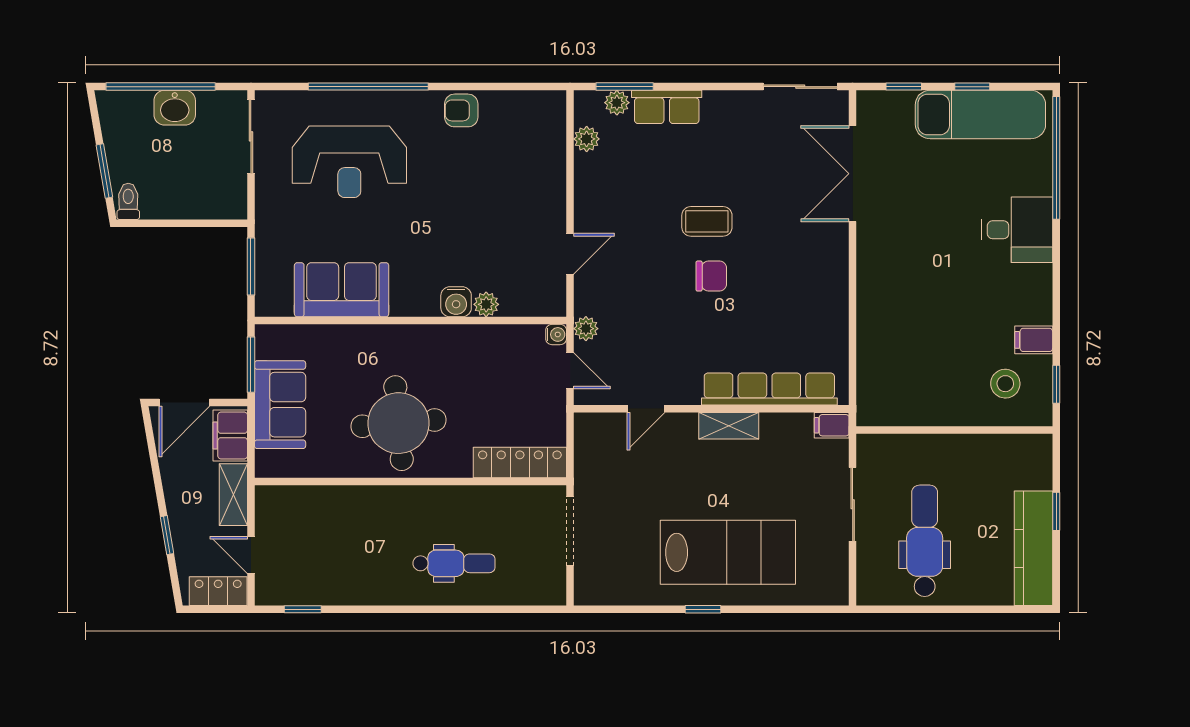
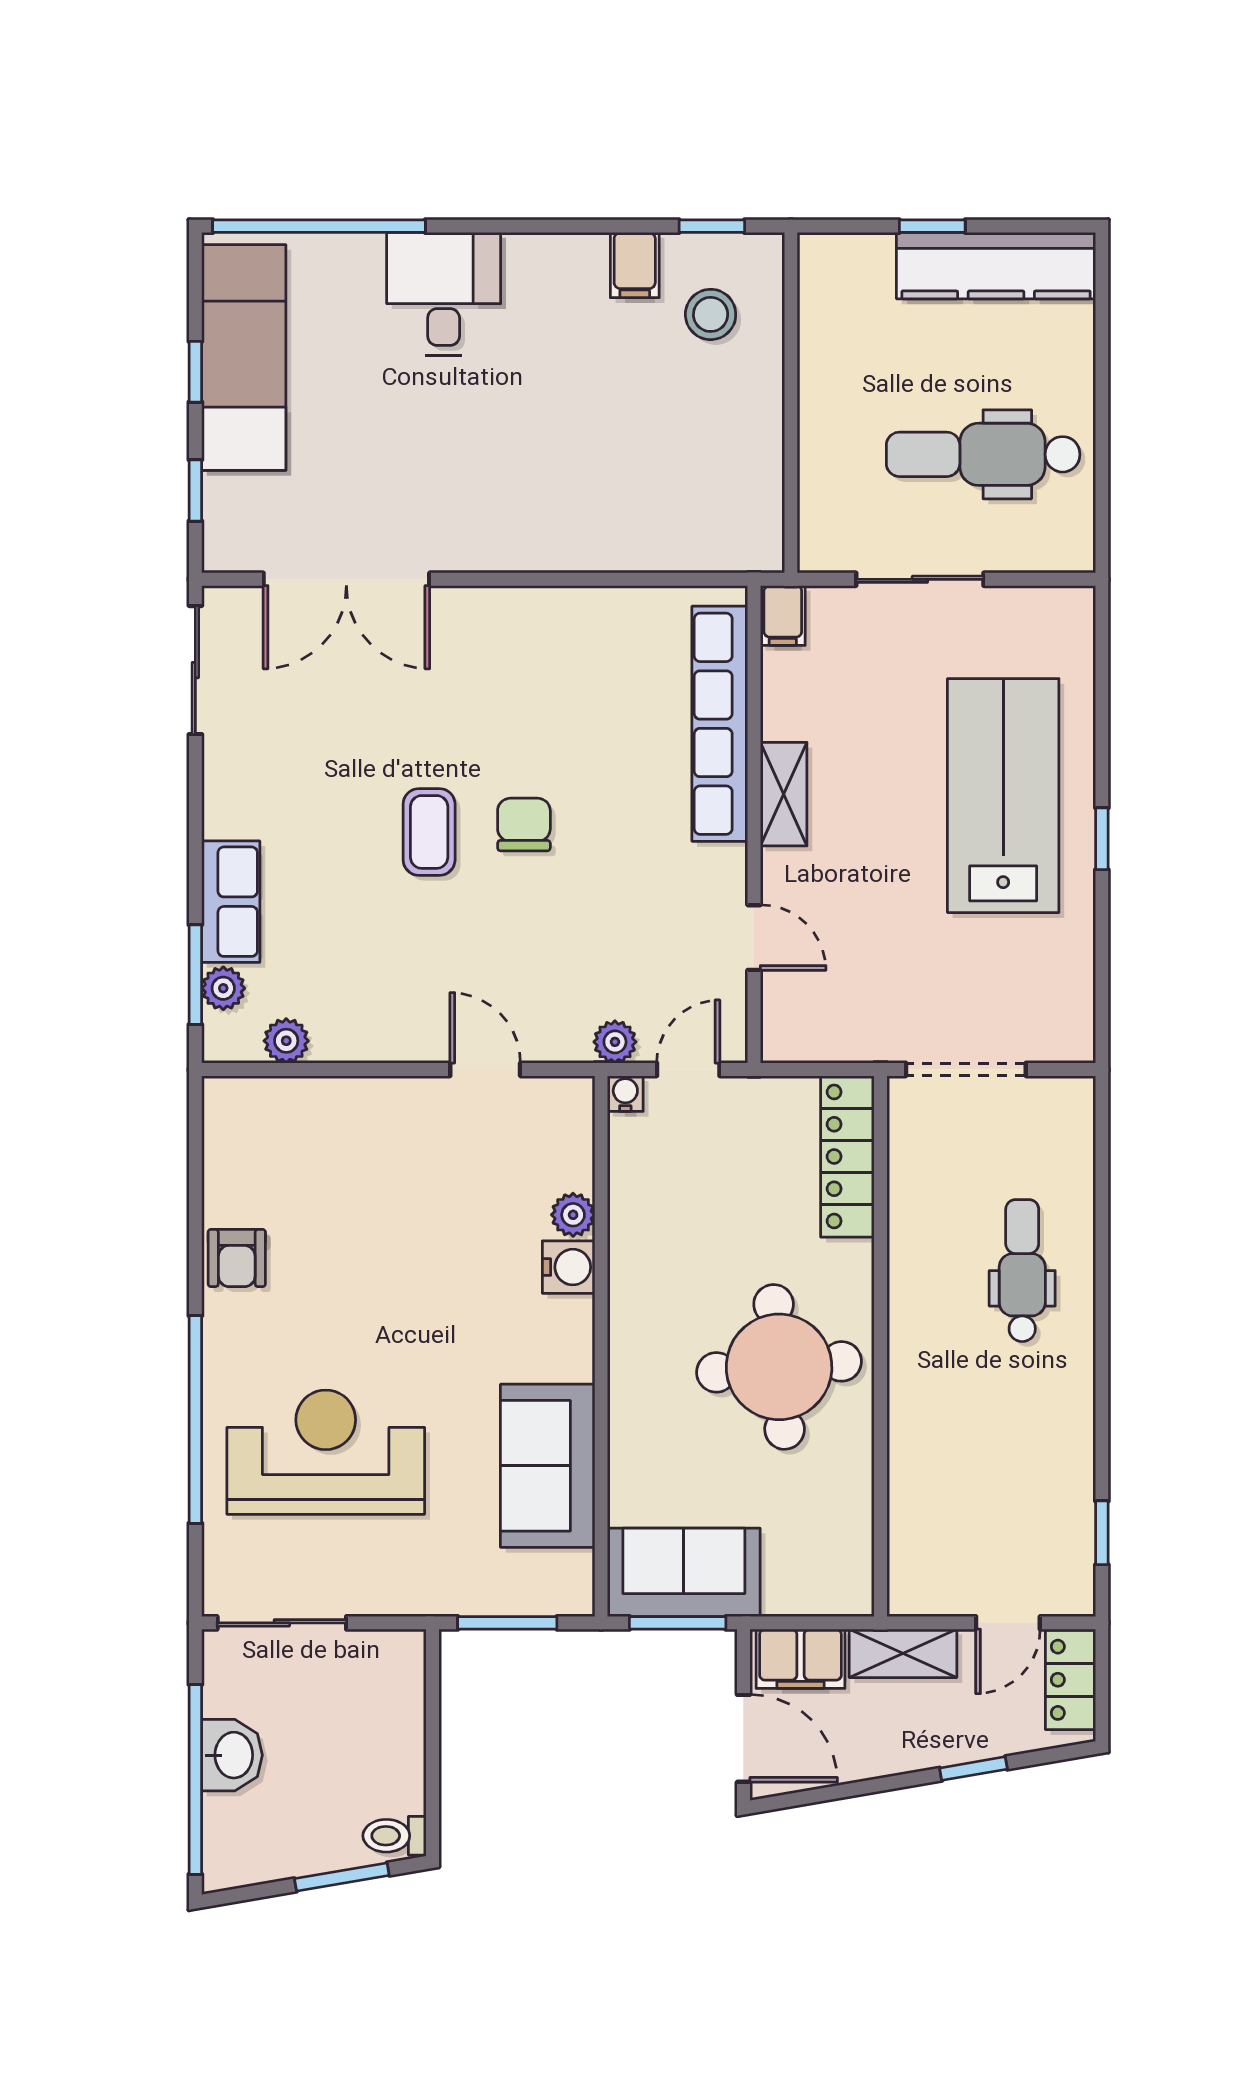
reception desk: (349, 162) -> (326, 1452), turned -90
sofa: (280, 405) -> (684, 1572), moved

